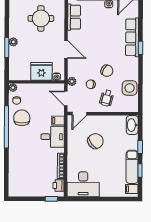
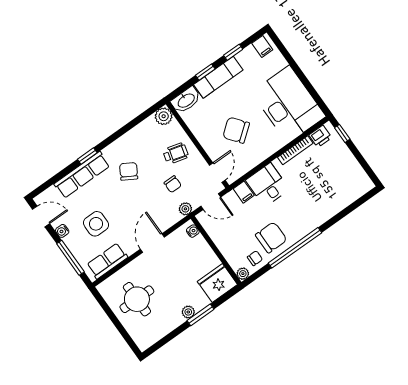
fridge: (41, 71) -> (217, 283), moved, turned 90
chair: (107, 71) -> (129, 171), moved
side table: (130, 88) -> (96, 224), moved
door: (66, 98) -> (211, 202), hinge flipped
plant: (132, 106) -> (164, 116), added
door: (79, 114) -> (217, 173), hinge flipped
chair: (22, 118) -> (271, 237), turned 180
exam couch: (132, 167) -> (218, 77), moved
desk: (83, 184) -> (288, 104), width x1.36, depth x1.30

